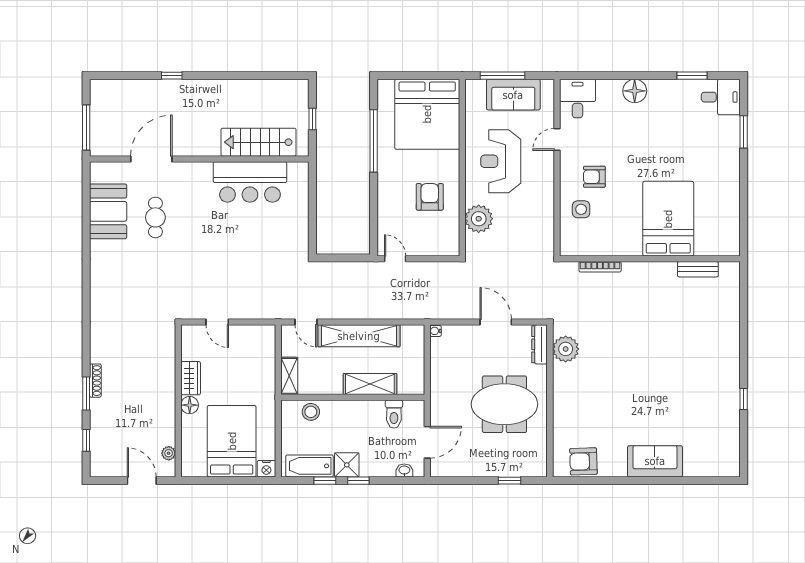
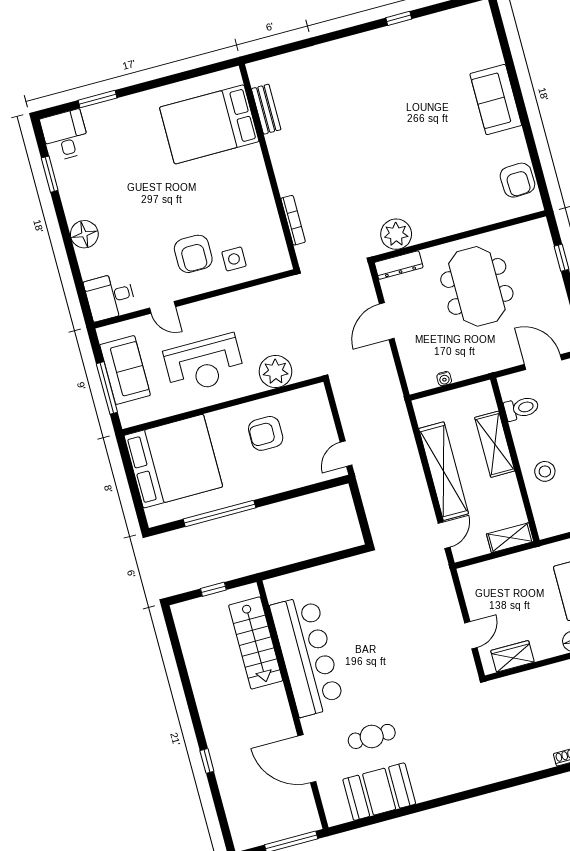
armchair: (594, 177) -> (193, 254), width x1.38, depth x1.38
bar counter: (250, 182) -> (307, 656), width x1.36
bed: (668, 219) -> (209, 124), moved
water cooler: (435, 331) -> (444, 379), moved
wardrobe: (191, 378) -> (512, 656), moved
stool: (311, 412) -> (545, 471), moved

